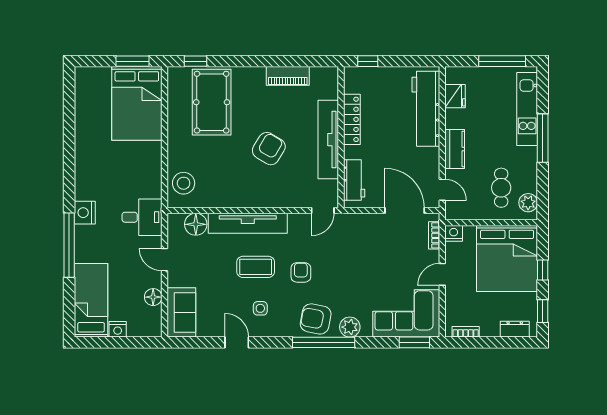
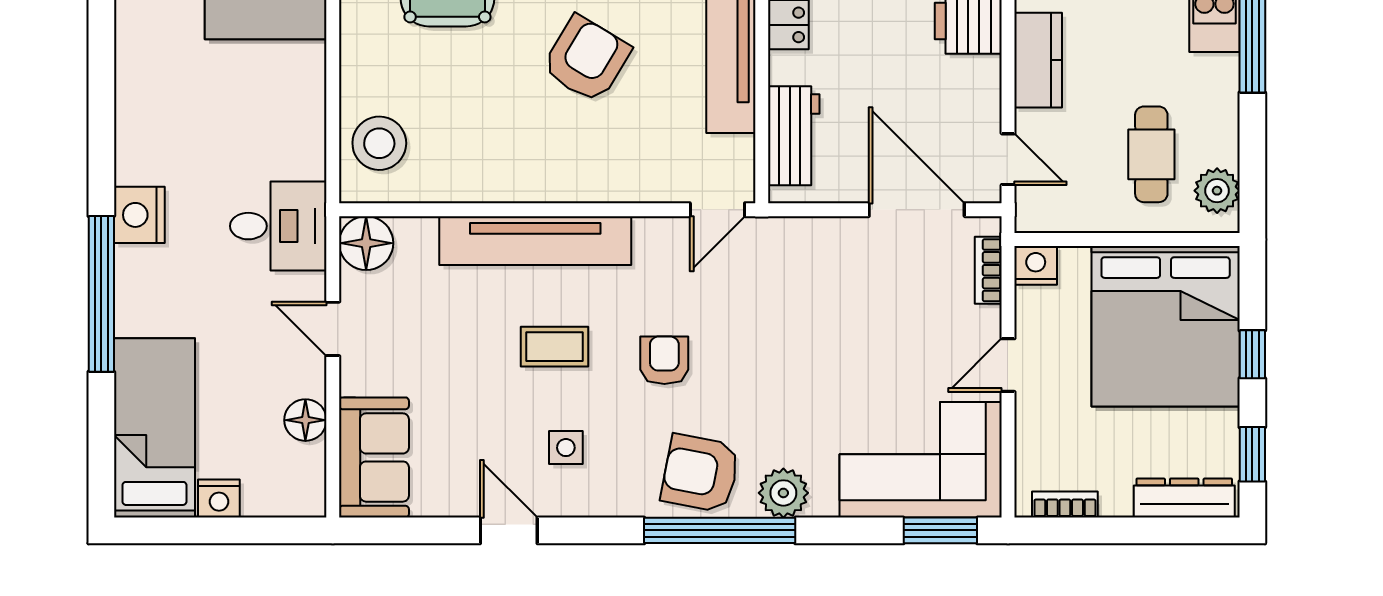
floor lamp: (196, 224) -> (366, 243), moved
coffee table: (256, 267) -> (554, 347), width x0.73, depth x0.77
dresser: (515, 329) -> (1184, 498), width x1.44

